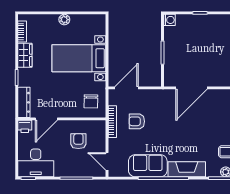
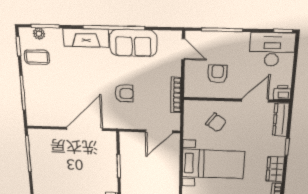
chair: (91, 101) -> (216, 122), moved, turned 124
armchair: (137, 121) -> (124, 93), moved
armchair: (78, 141) -> (218, 74), turned 180

